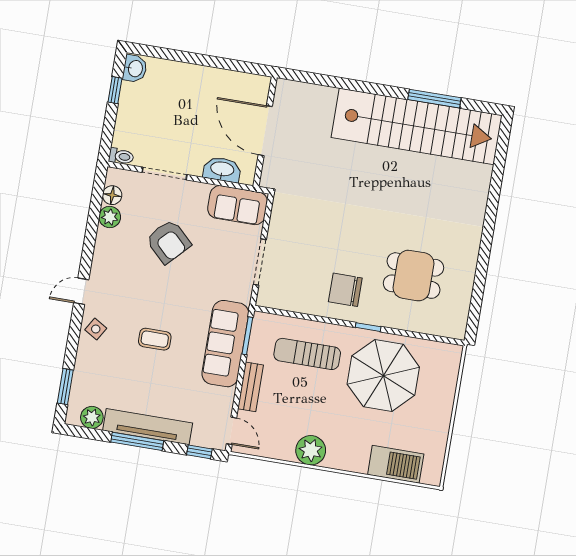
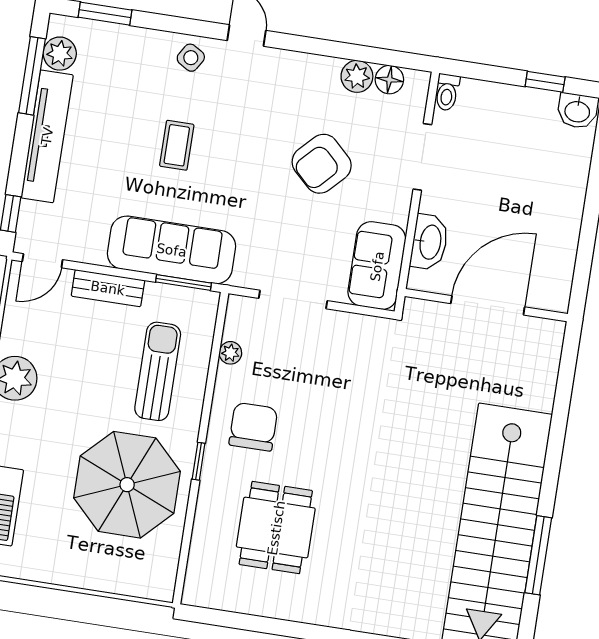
plant: (295, 305) -> (230, 353), added
window: (137, 441) -> (32, 76), moved

